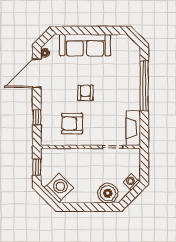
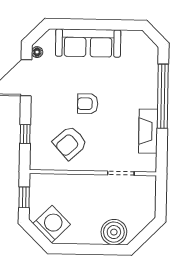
armchair: (85, 93) -> (88, 104), turned -90
armchair: (72, 124) -> (70, 143), turned -42
fireplace: (133, 128) -> (148, 131), moved
washing machine: (131, 182) -> (144, 218), removed

